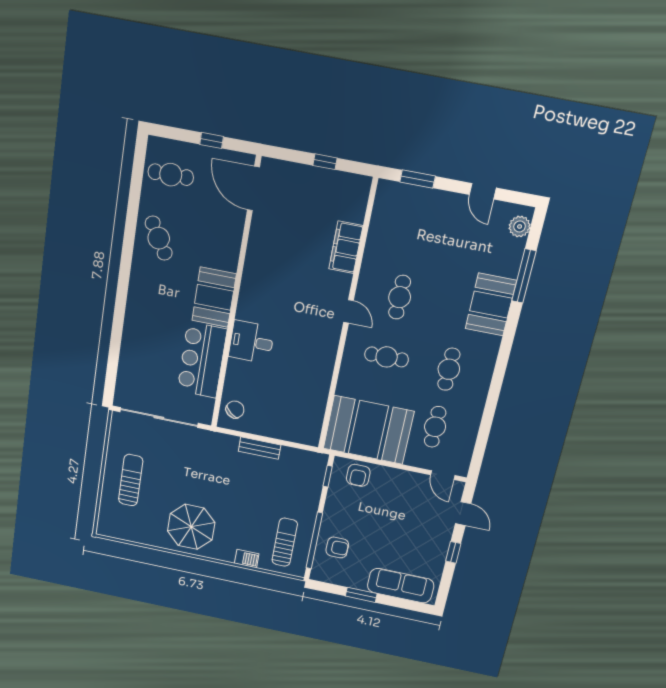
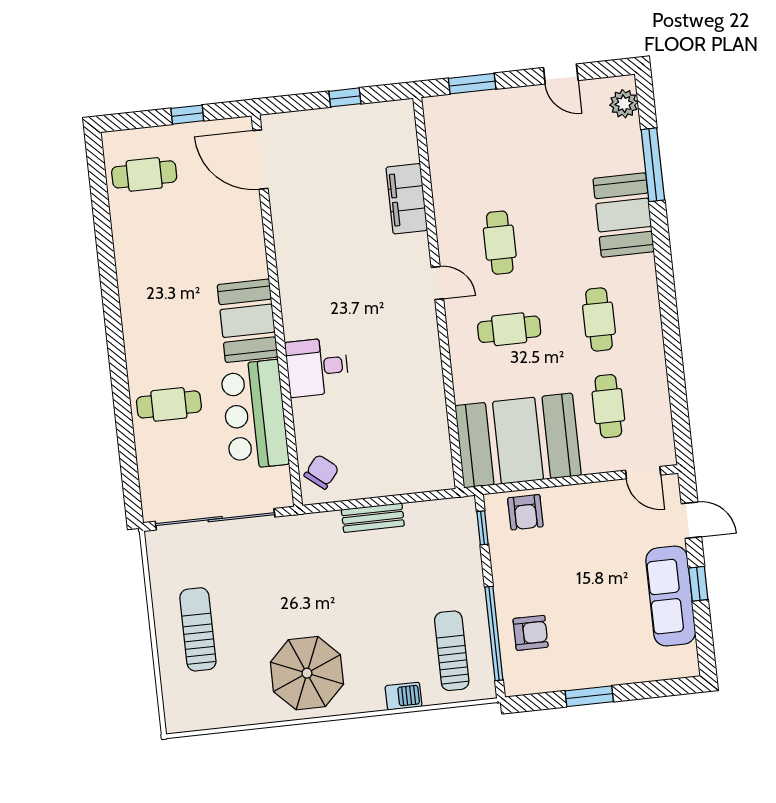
cafe table: (159, 238) -> (169, 404), moved, turned -59
sofa: (401, 586) -> (671, 596), moved, turned -90

